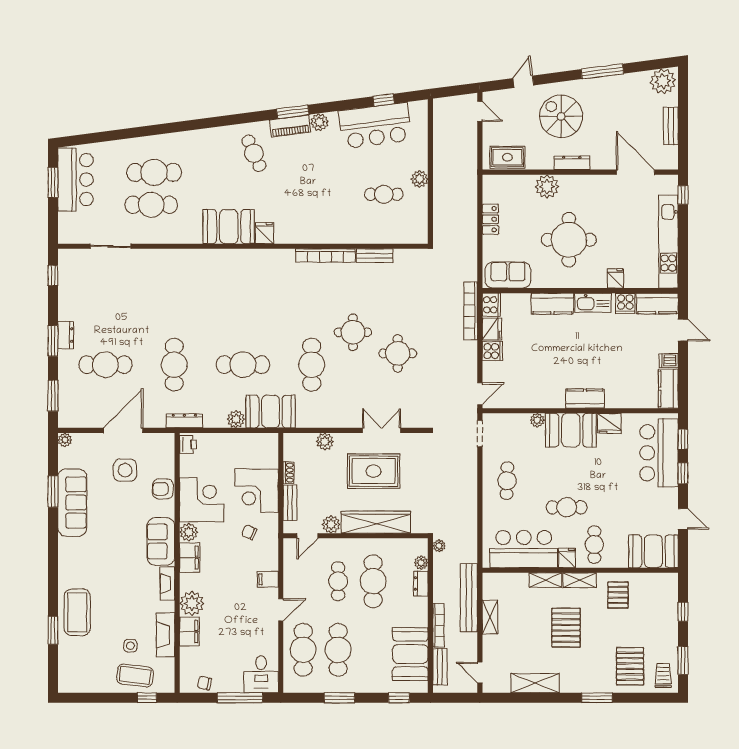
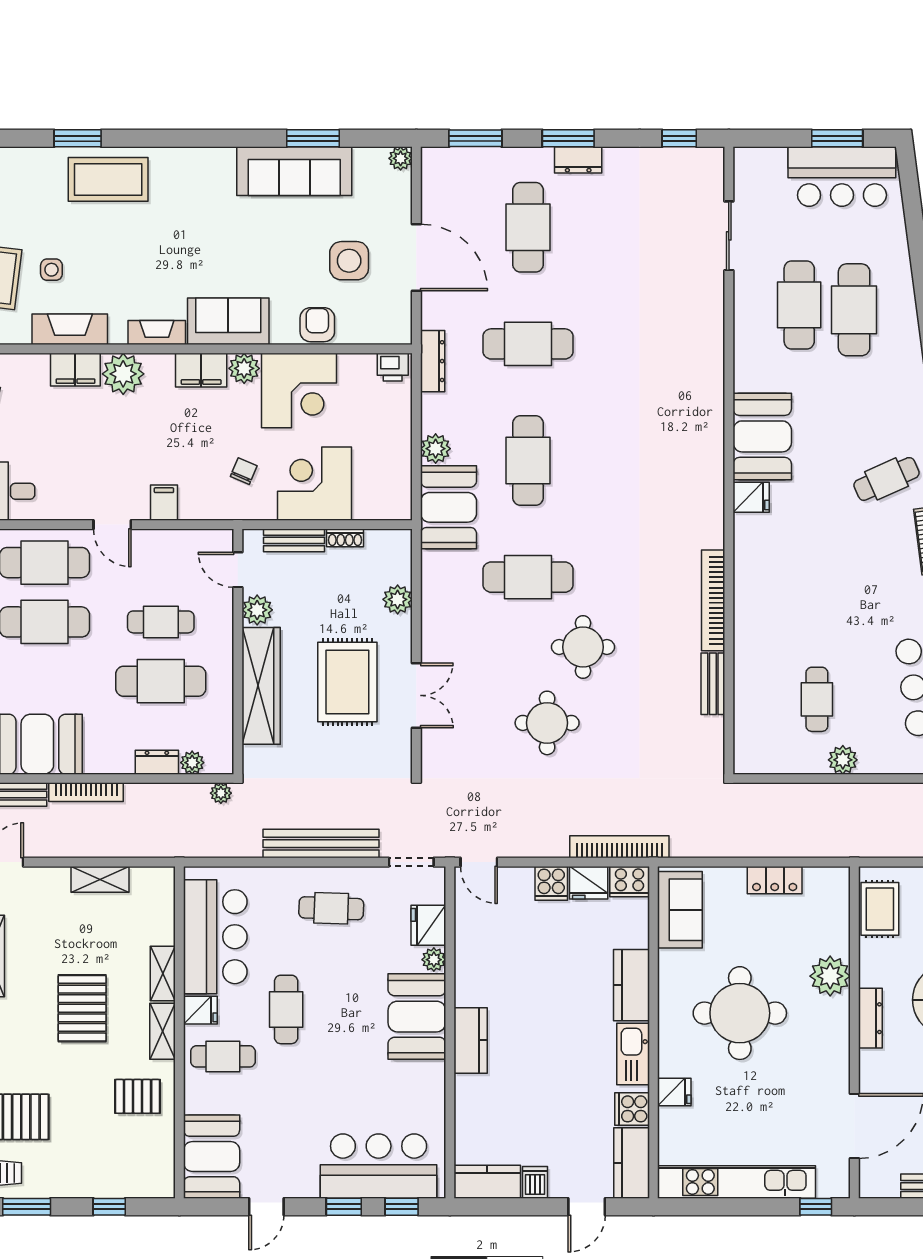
fridge: (609, 423) -> (428, 925), moved
bench: (469, 598) -> (321, 844), moved
pallet: (566, 628) -> (82, 1008), turned 90

